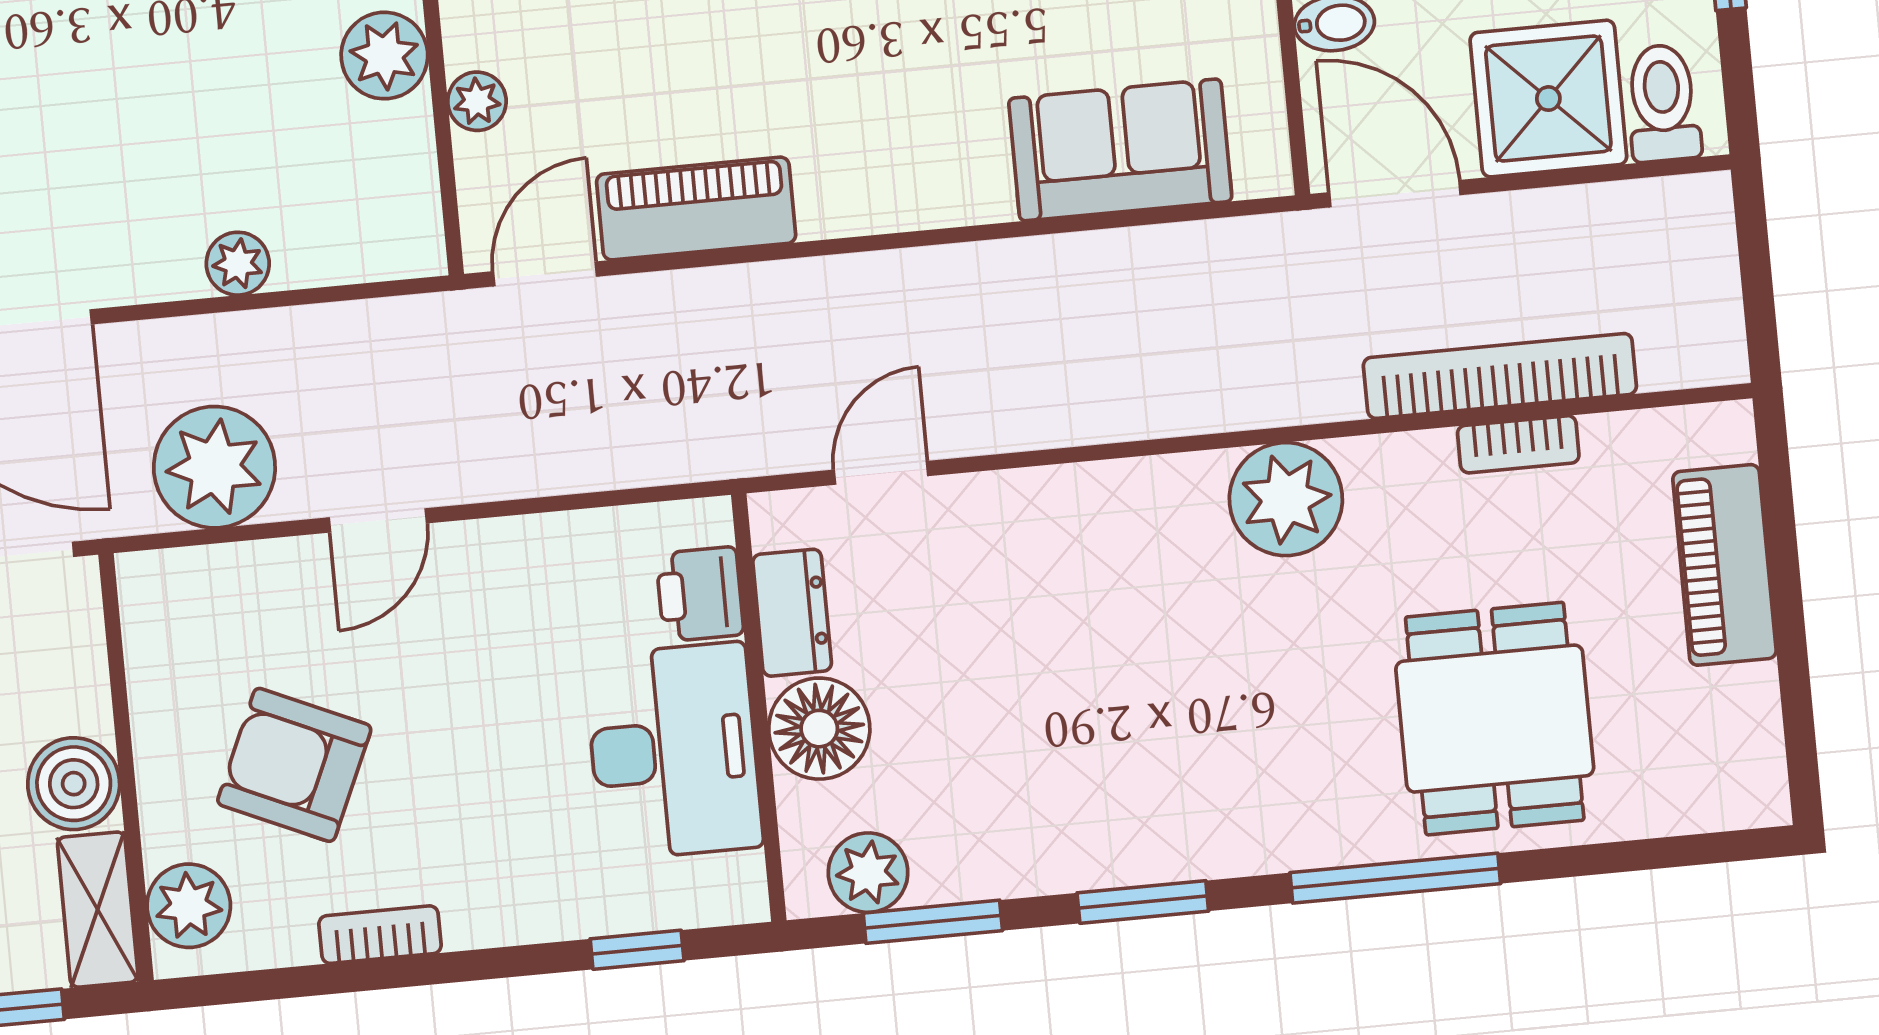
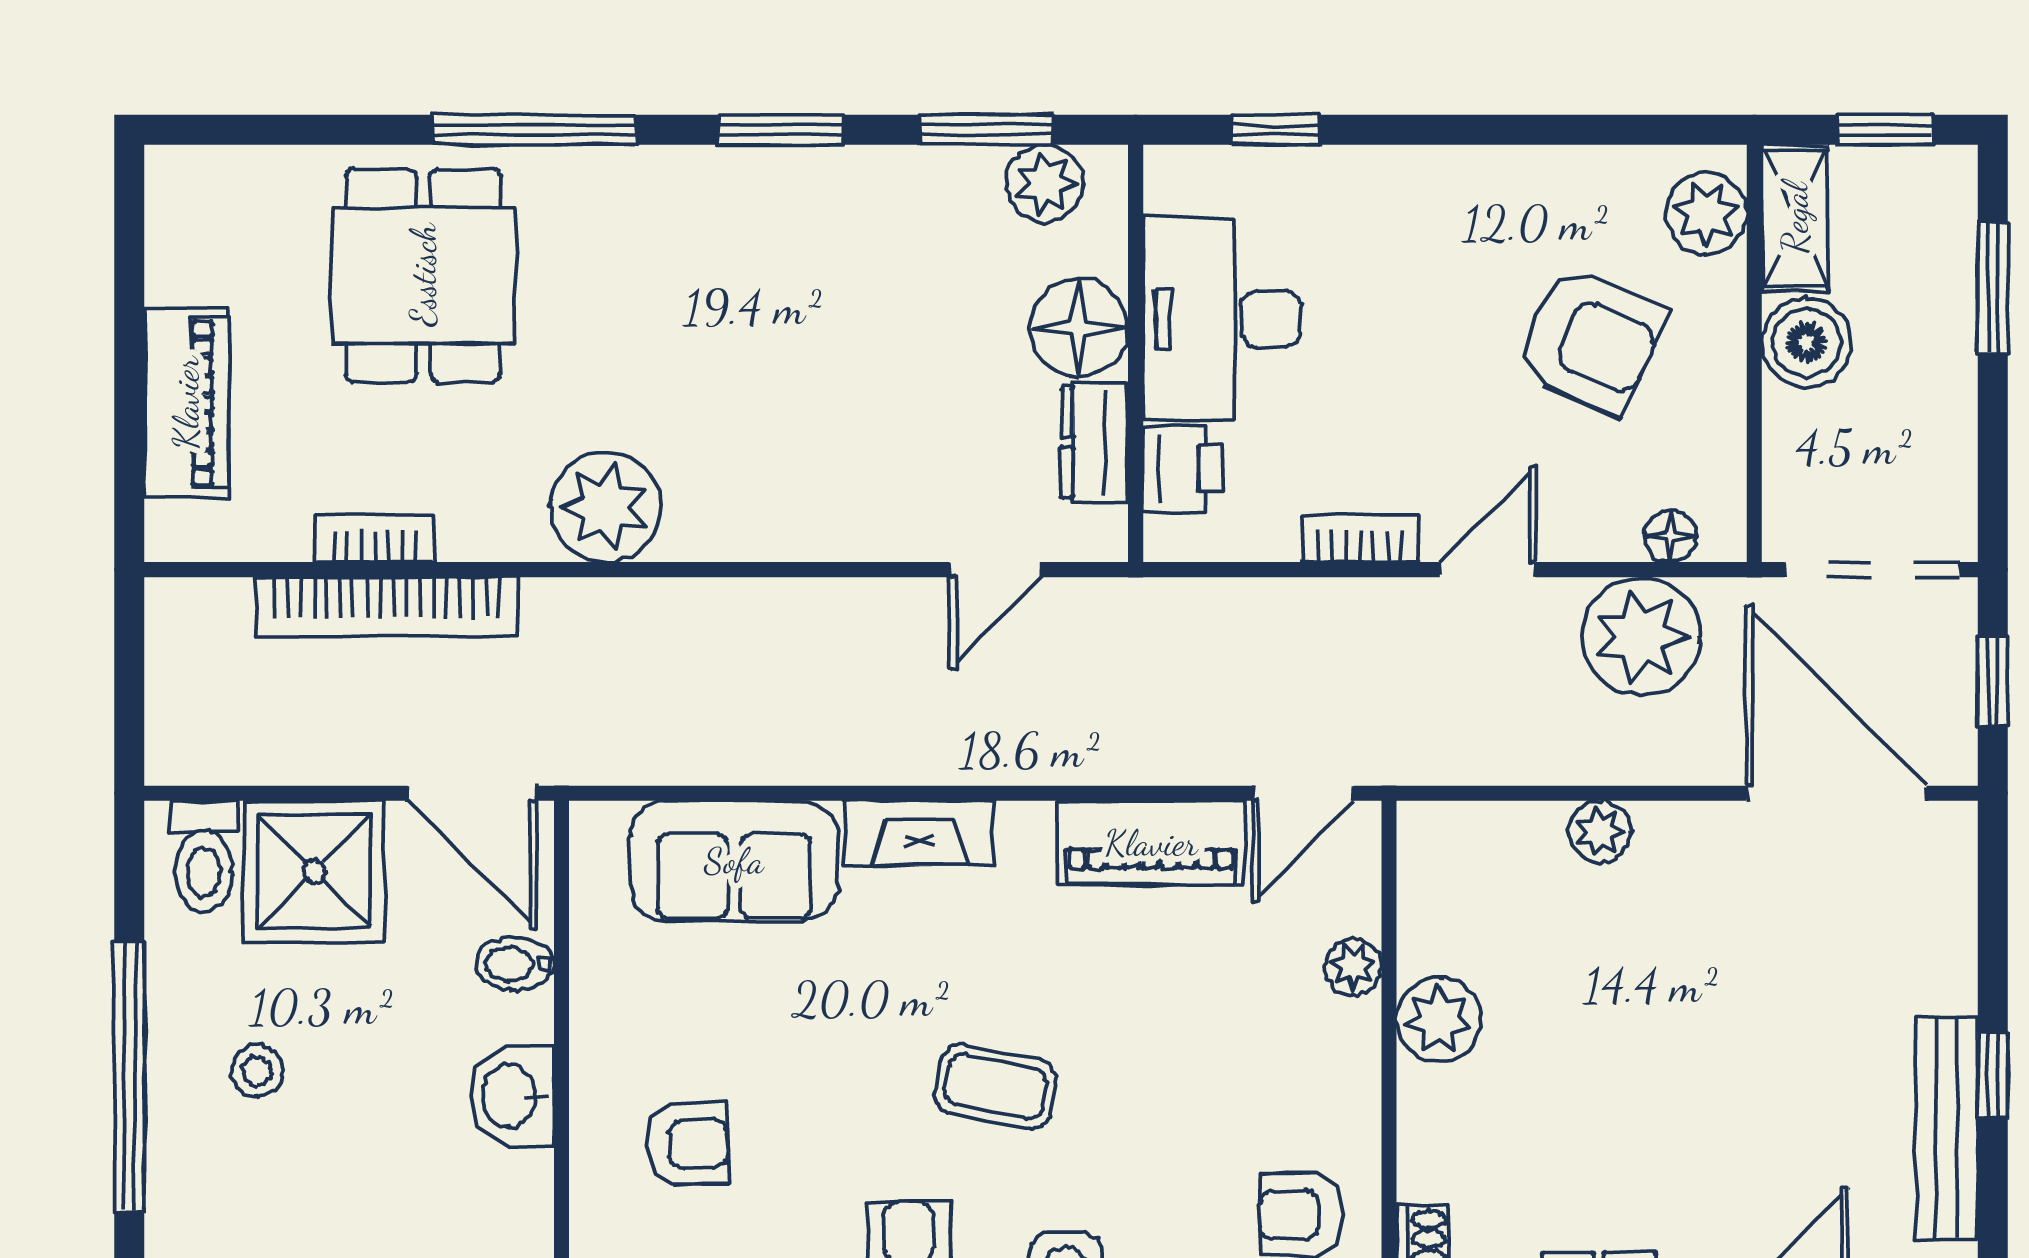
fireplace: (933, 196) -> (919, 833), added
floor lamp: (194, 572) -> (1670, 536), added
bookcase: (380, 935) -> (1360, 539), moved, turned 180

